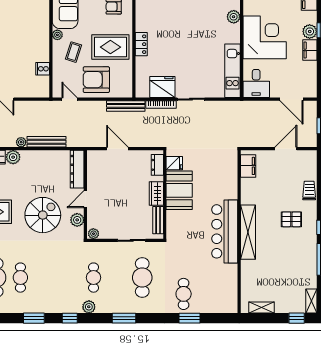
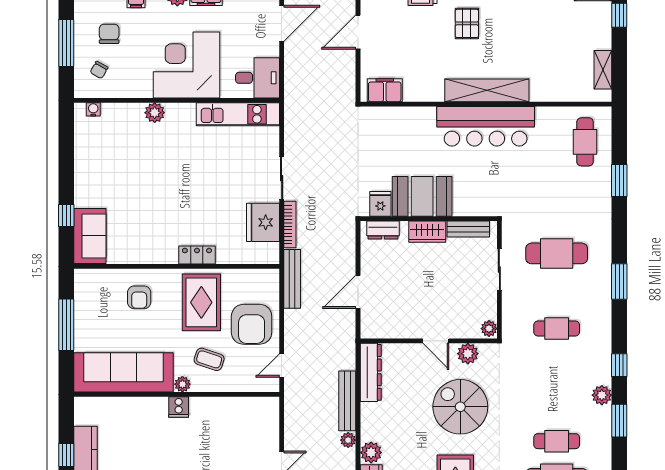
cooker: (43, 69) -> (179, 407), moved
door: (286, 149) -> (358, 32), hinge flipped
dresser: (77, 169) -> (371, 372), moved, turned -90
cafe table: (184, 294) -> (585, 142), moved, turned 90
plant: (89, 307) -> (602, 395), moved

